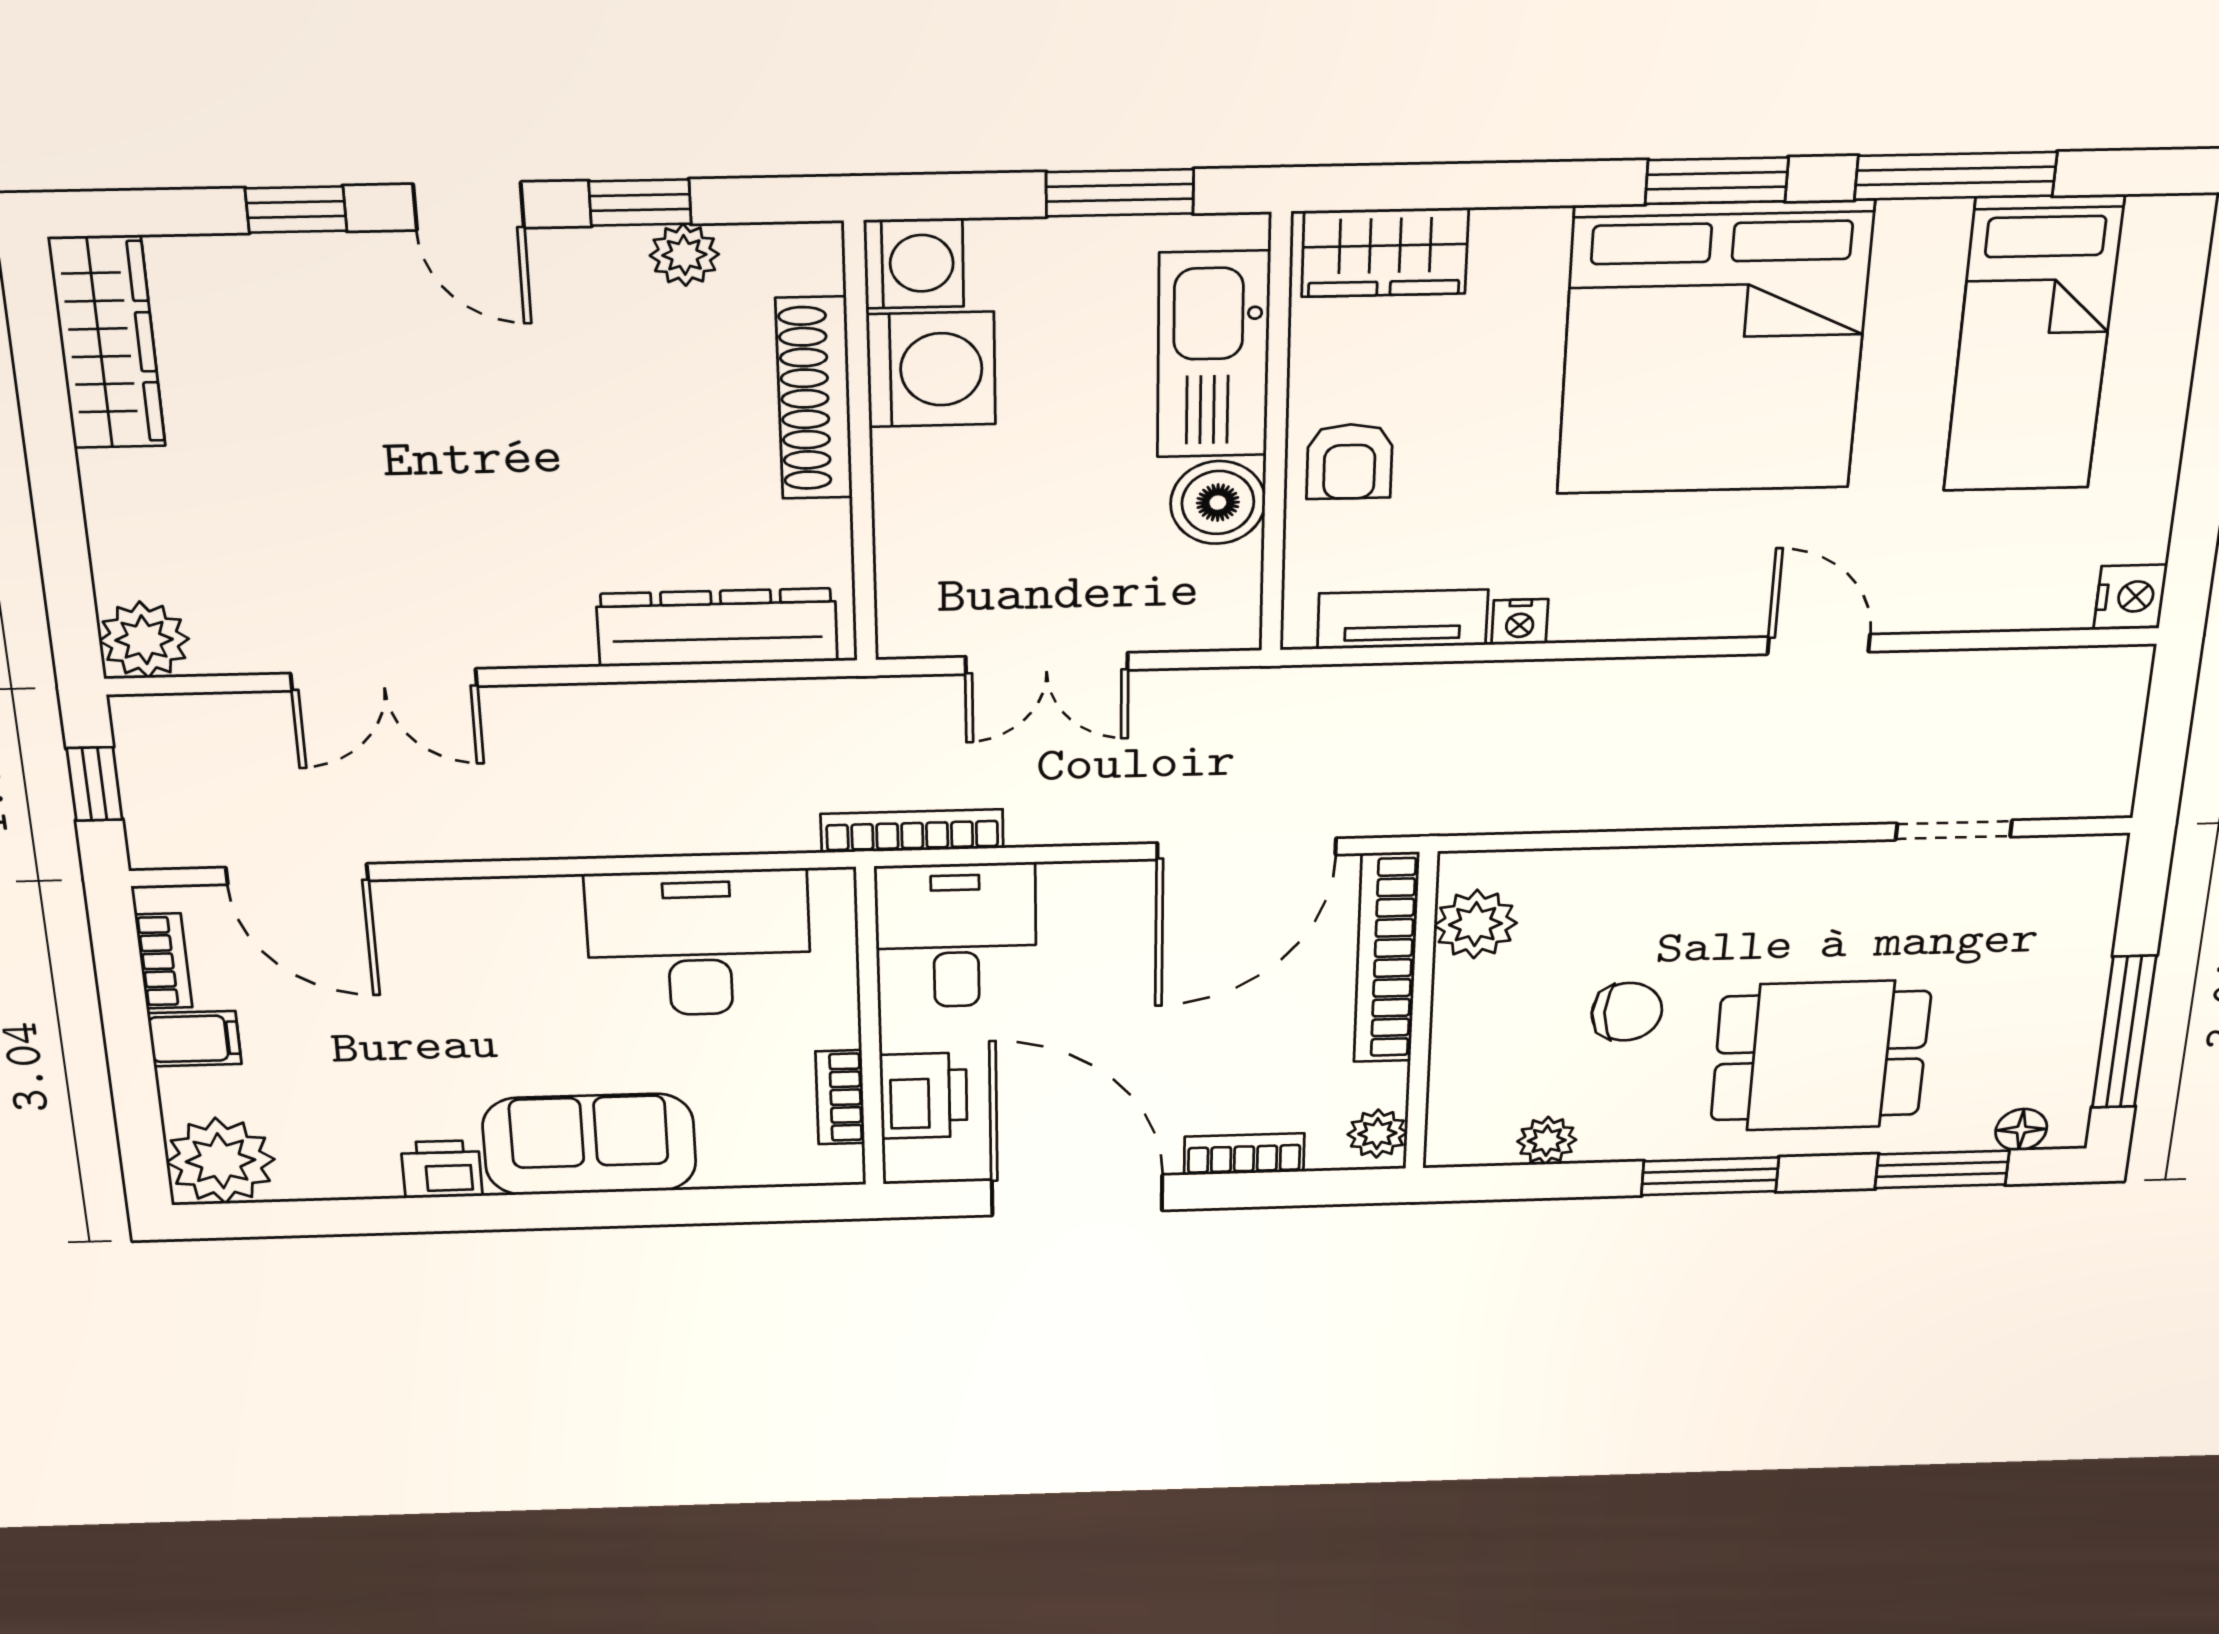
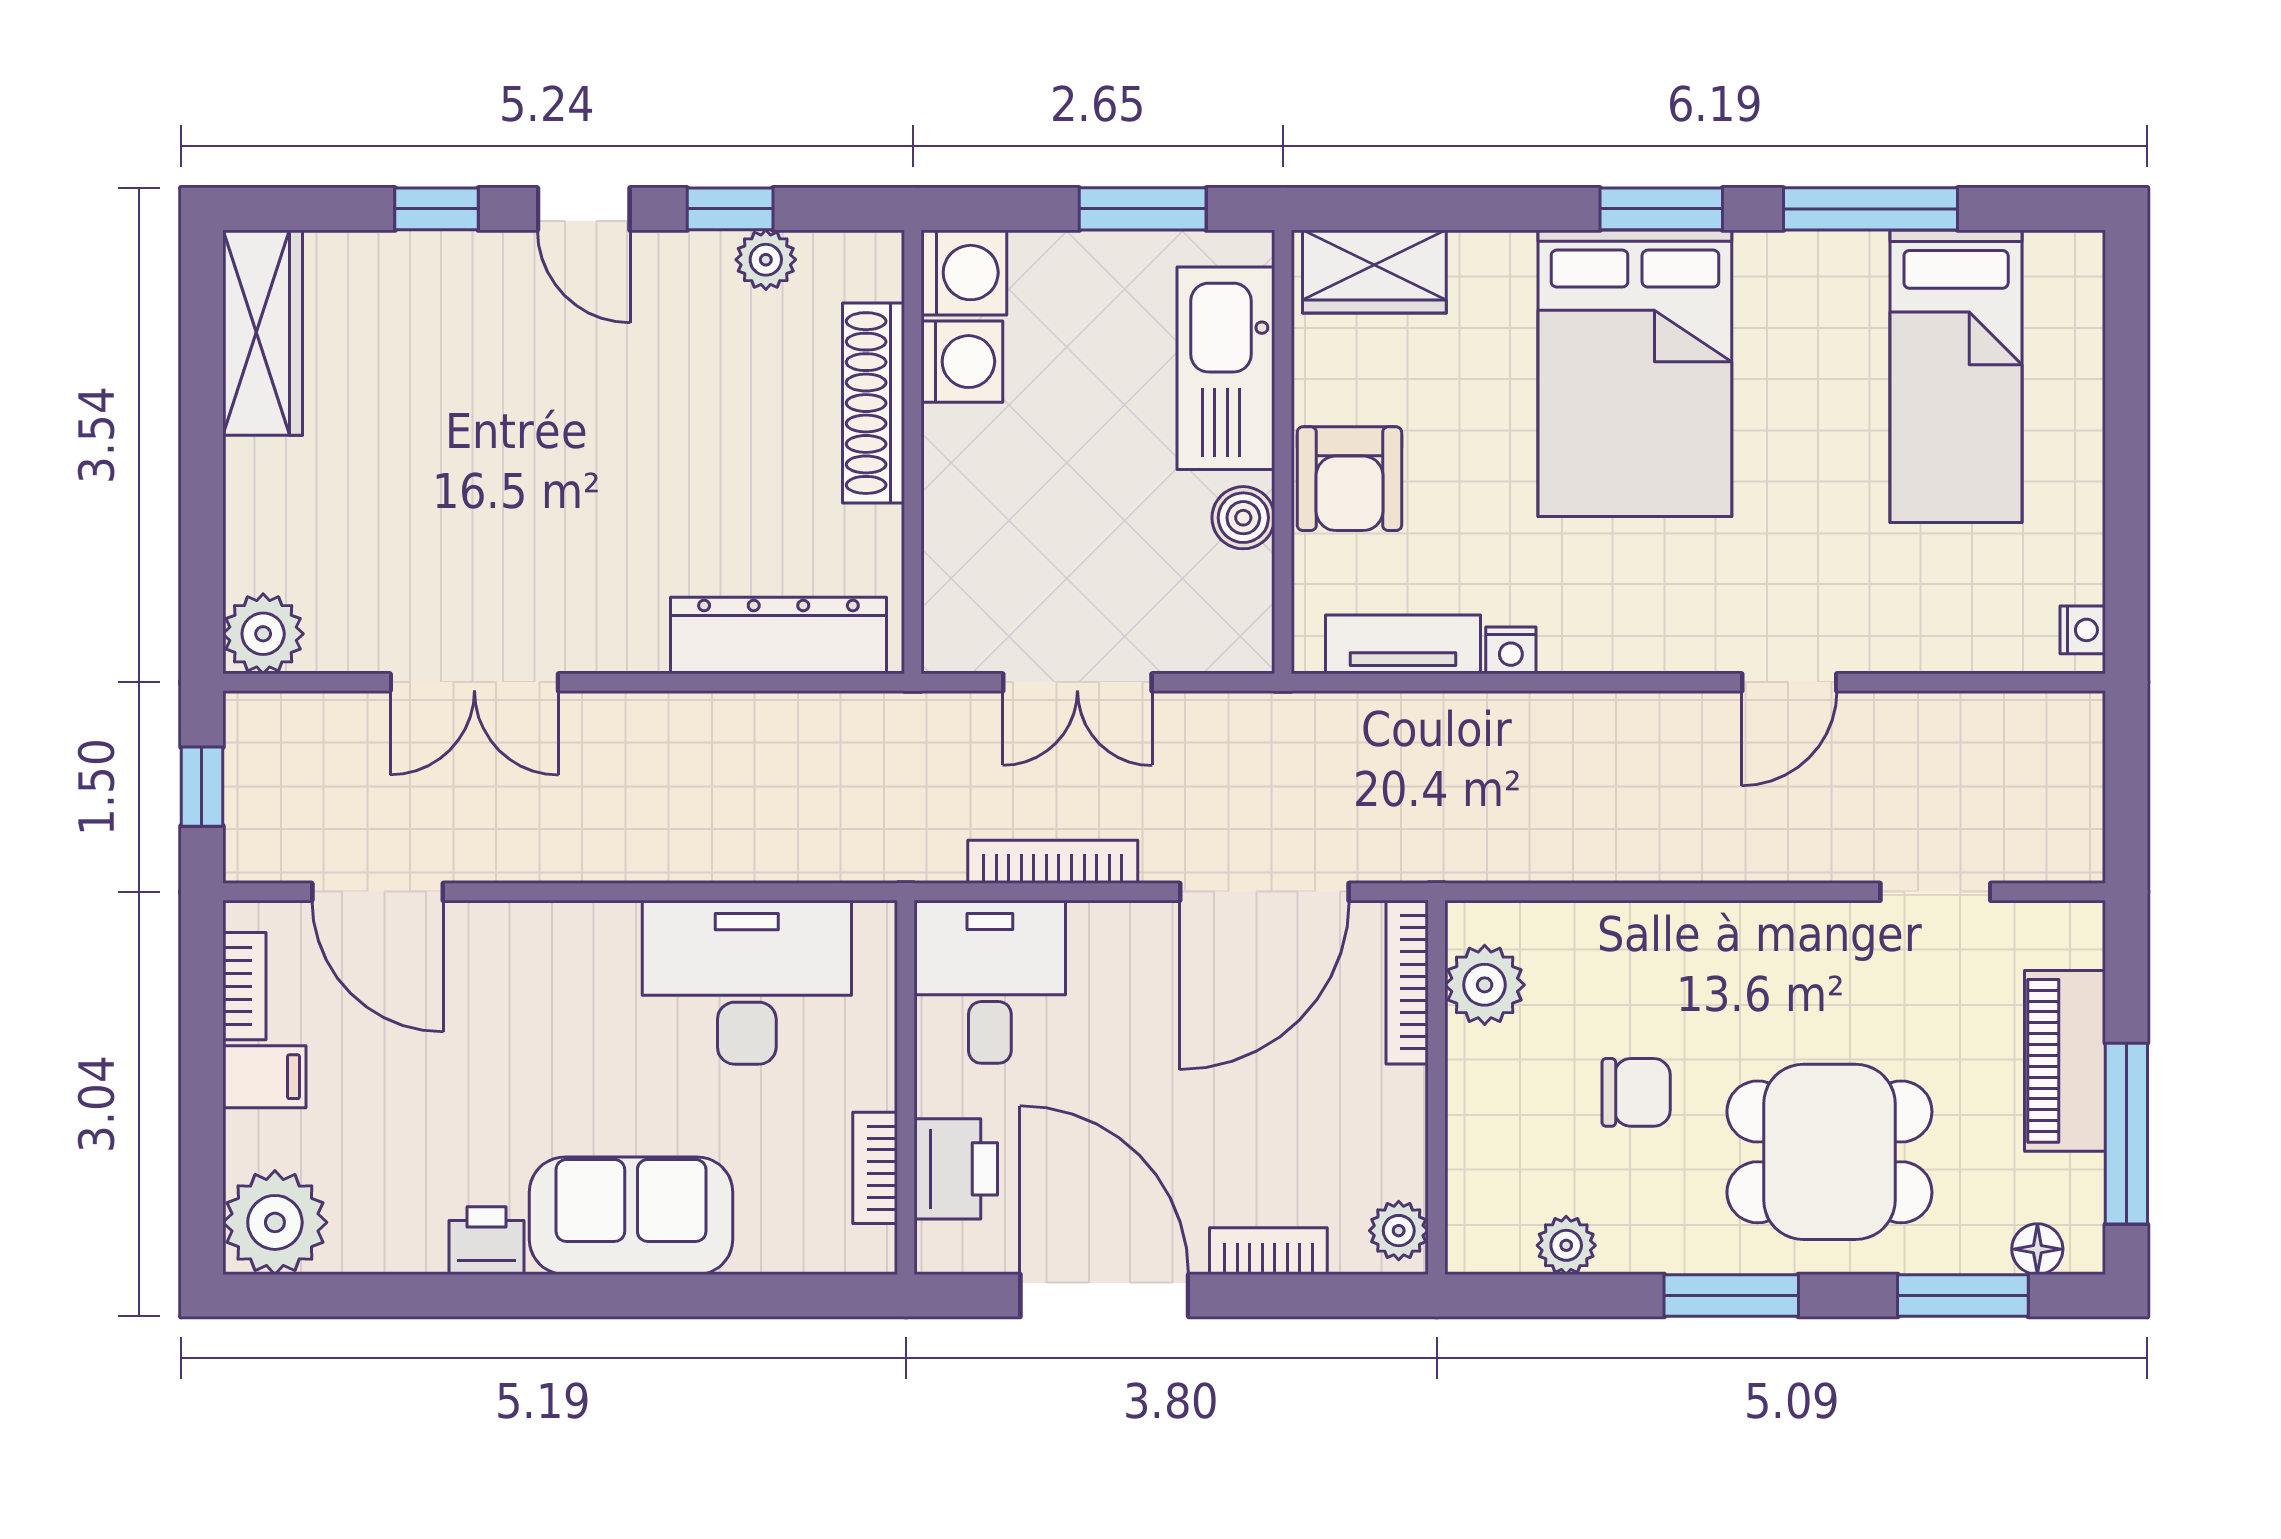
bed: (1714, 349) -> (1635, 373), width x0.73
washing machine: (931, 369) -> (962, 362), width x0.73, depth x0.73
armchair: (1350, 461) -> (1349, 479), width x1.38, depth x1.38
boiler: (1218, 503) -> (1243, 518), width x0.73, depth x0.73
nightstand: (2131, 597) -> (2083, 630), width x0.72, depth x0.74
door: (1819, 644) -> (1789, 682), swing flipped
bookcase: (912, 831) -> (1053, 862), moved
bookcase: (1386, 958) -> (1407, 982), width x0.68, depth x0.76
piano: (2070, 973) -> (2065, 1061), added

